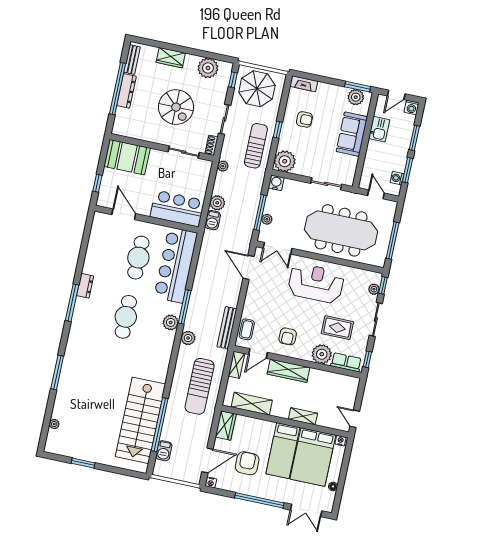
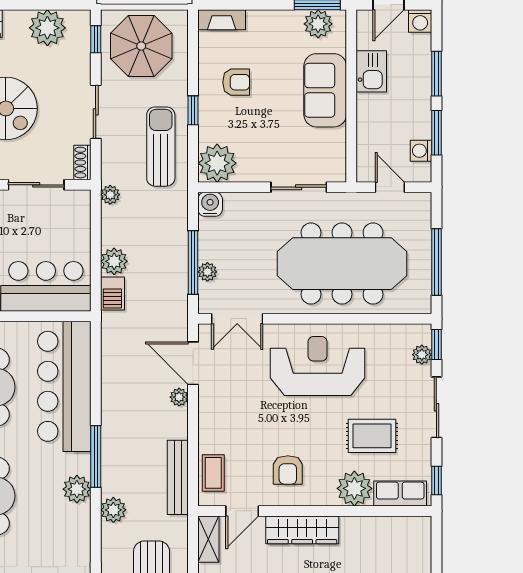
plant: (237, 284) -> (179, 397), added

